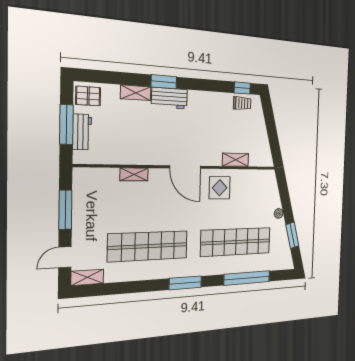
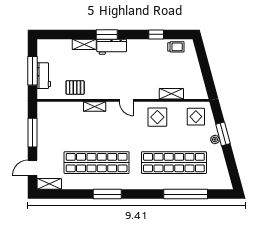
window: (242, 88) -> (156, 34), moved
pallet: (88, 96) -> (75, 88), moved
door: (185, 167) -> (126, 100), width x0.53
shelving: (134, 174) -> (95, 107), moved
display table: (260, 187) -> (196, 117), added
window: (292, 235) -> (223, 134), moved
window: (185, 283) -> (107, 194), moved

